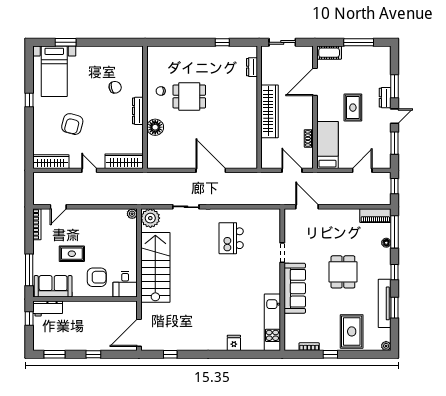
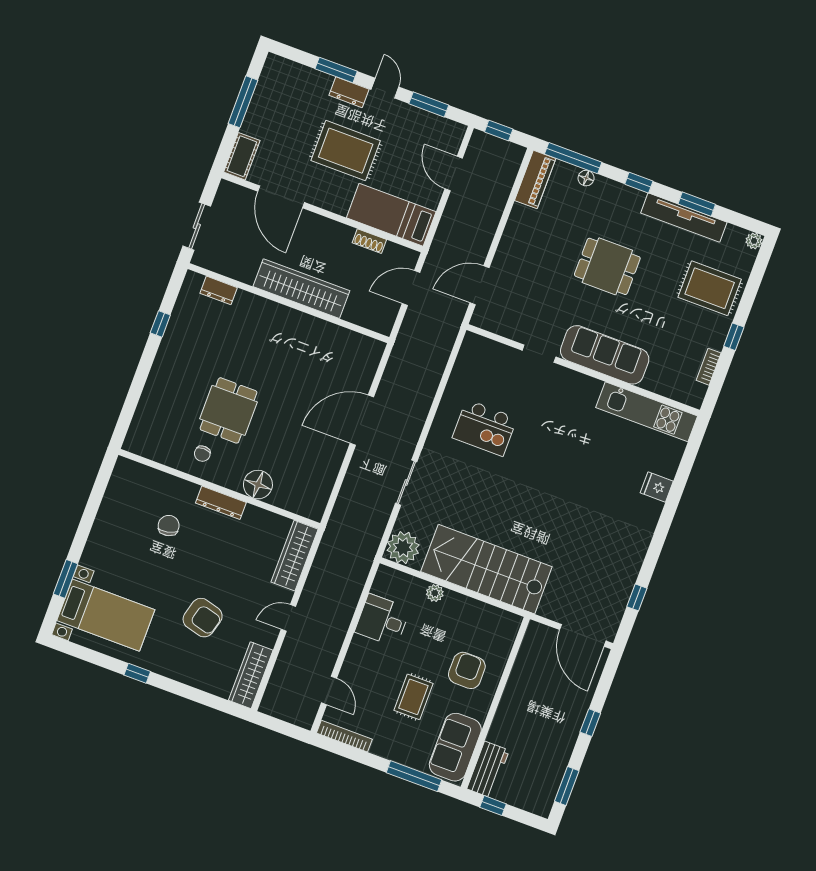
rug: (353, 108) -> (346, 151), width x1.36, depth x1.43
plant: (132, 214) -> (435, 593), moved
desk: (125, 284) -> (382, 620), moved, turned 180

